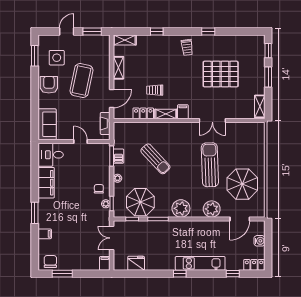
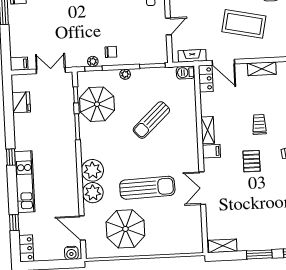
pallet: (221, 74) -> (252, 161), moved, width x0.49, depth x0.50
trolley: (155, 90) -> (259, 124), moved
locker: (143, 113) -> (206, 79), moved
barbecue: (118, 156) -> (186, 73), moved
plant: (181, 208) -> (92, 170), moved
water cooler: (259, 241) -> (71, 253), moved

